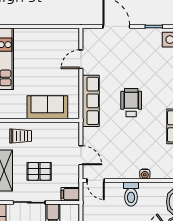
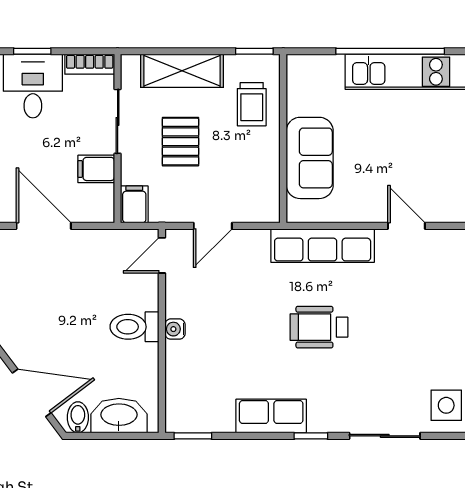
wheelchair: (131, 103) -> (319, 327), turned 180
water cooler: (145, 174) -> (175, 329), moved

